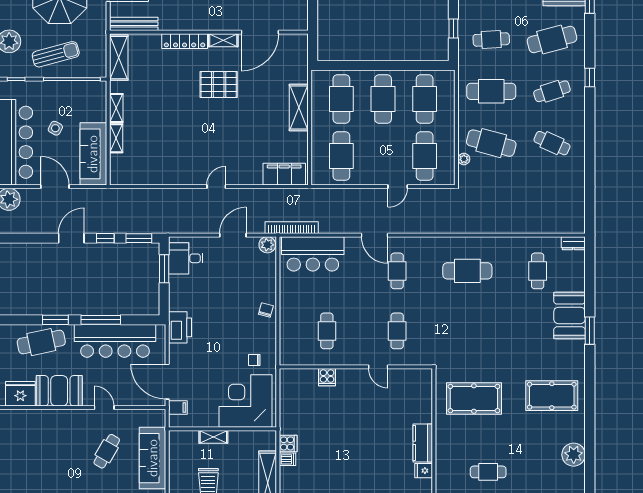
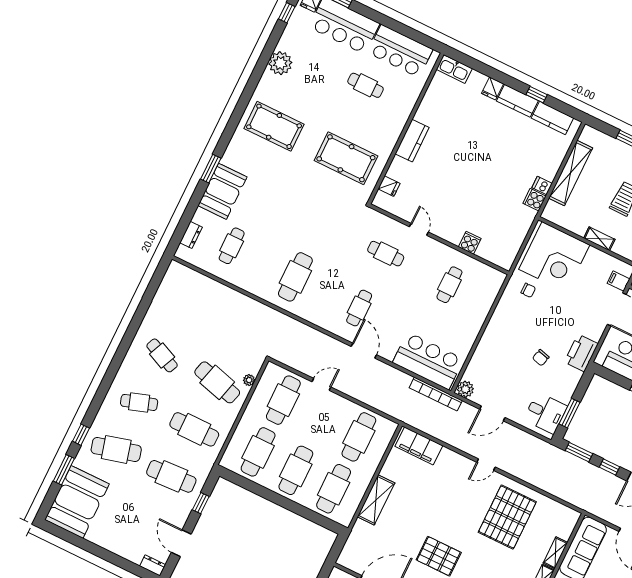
cafe table: (491, 40) -> (171, 476), width x1.37, depth x1.35
window: (590, 77) -> (81, 435), moved
pallet: (175, 149) -> (507, 517), added
dresser: (573, 243) -> (191, 235), moved, turned 90
cafe table: (467, 271) -> (295, 277), turned 90
chair: (266, 310) -> (541, 358), moved
cafe table: (397, 331) -> (386, 254), turned 90
fridge: (424, 471) -> (389, 186), moved

